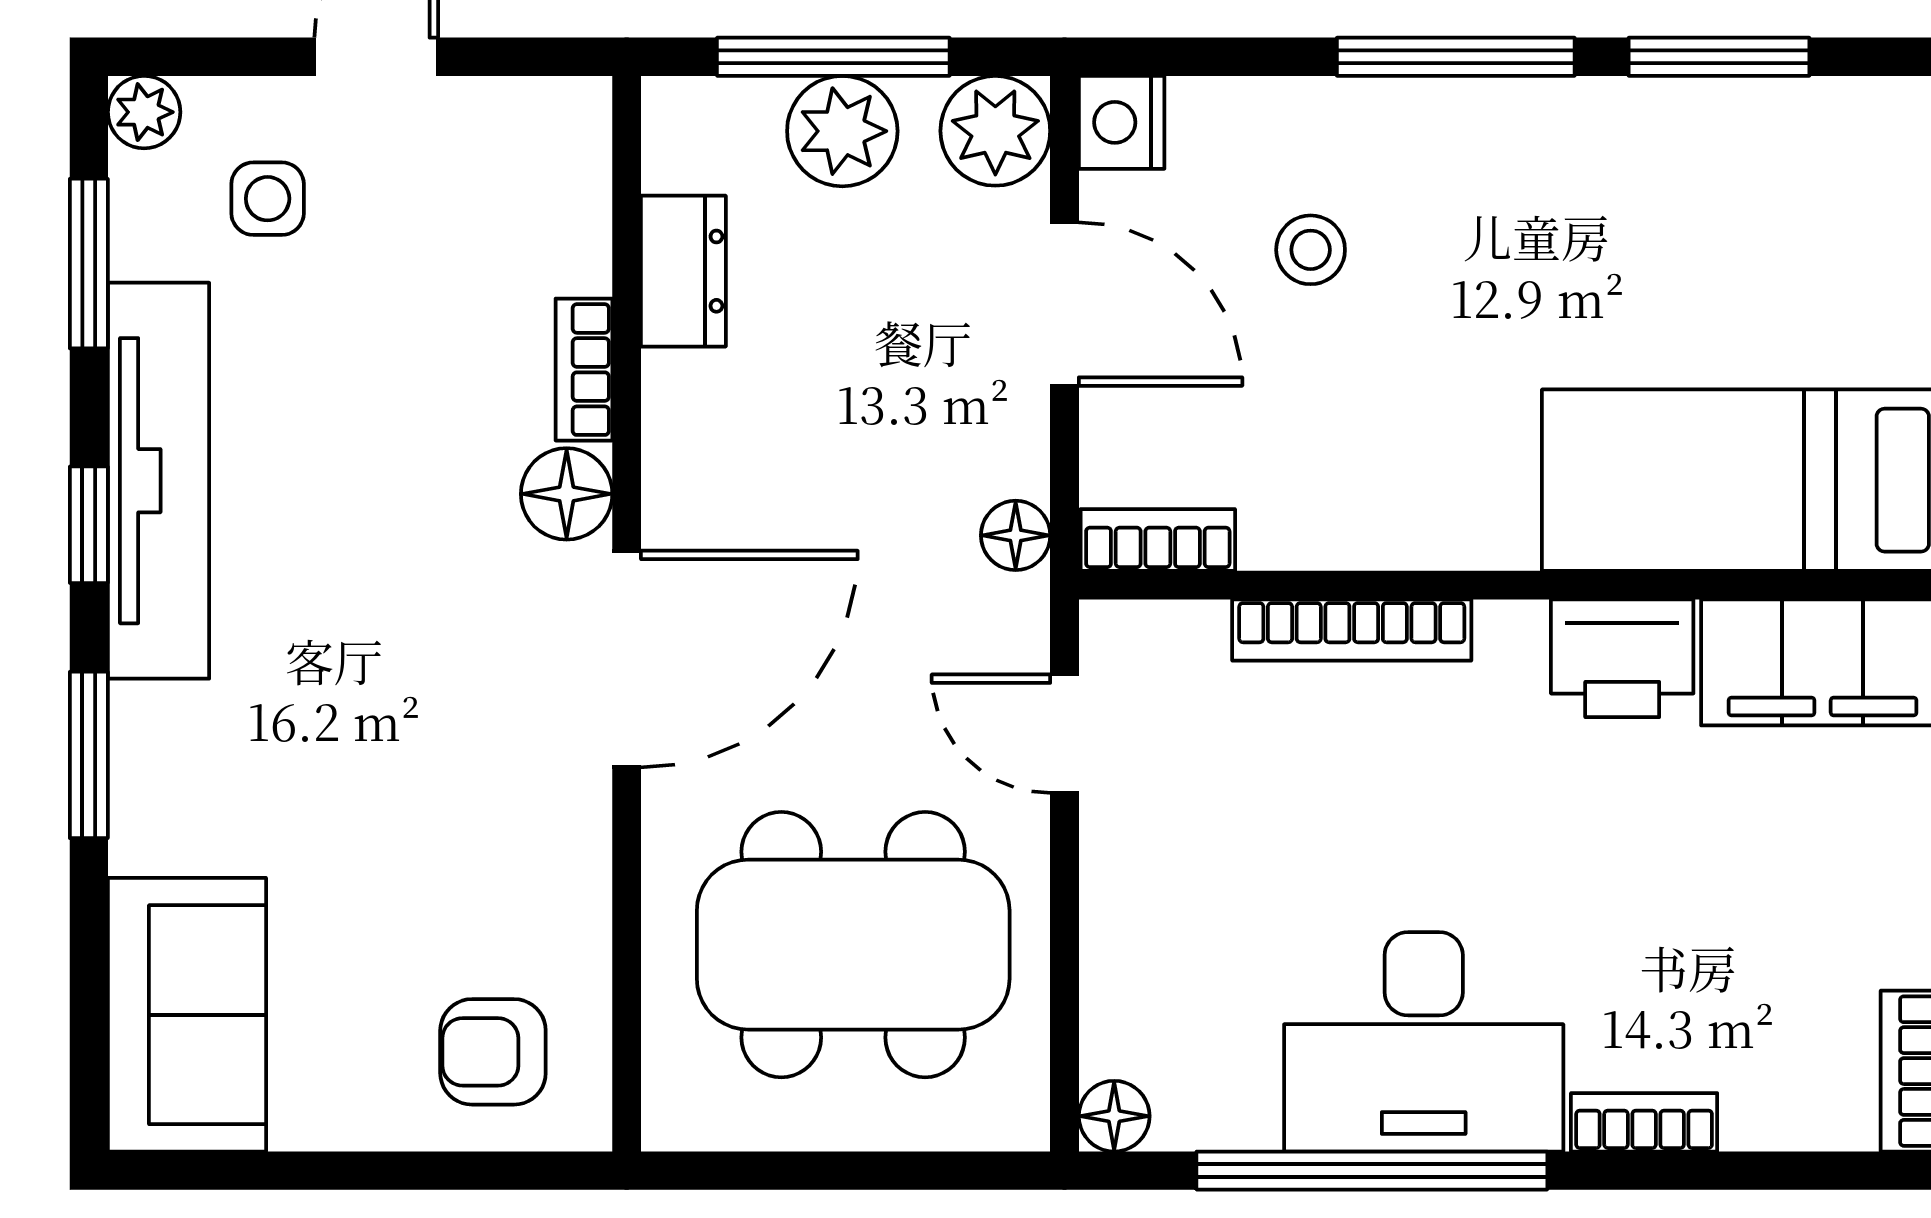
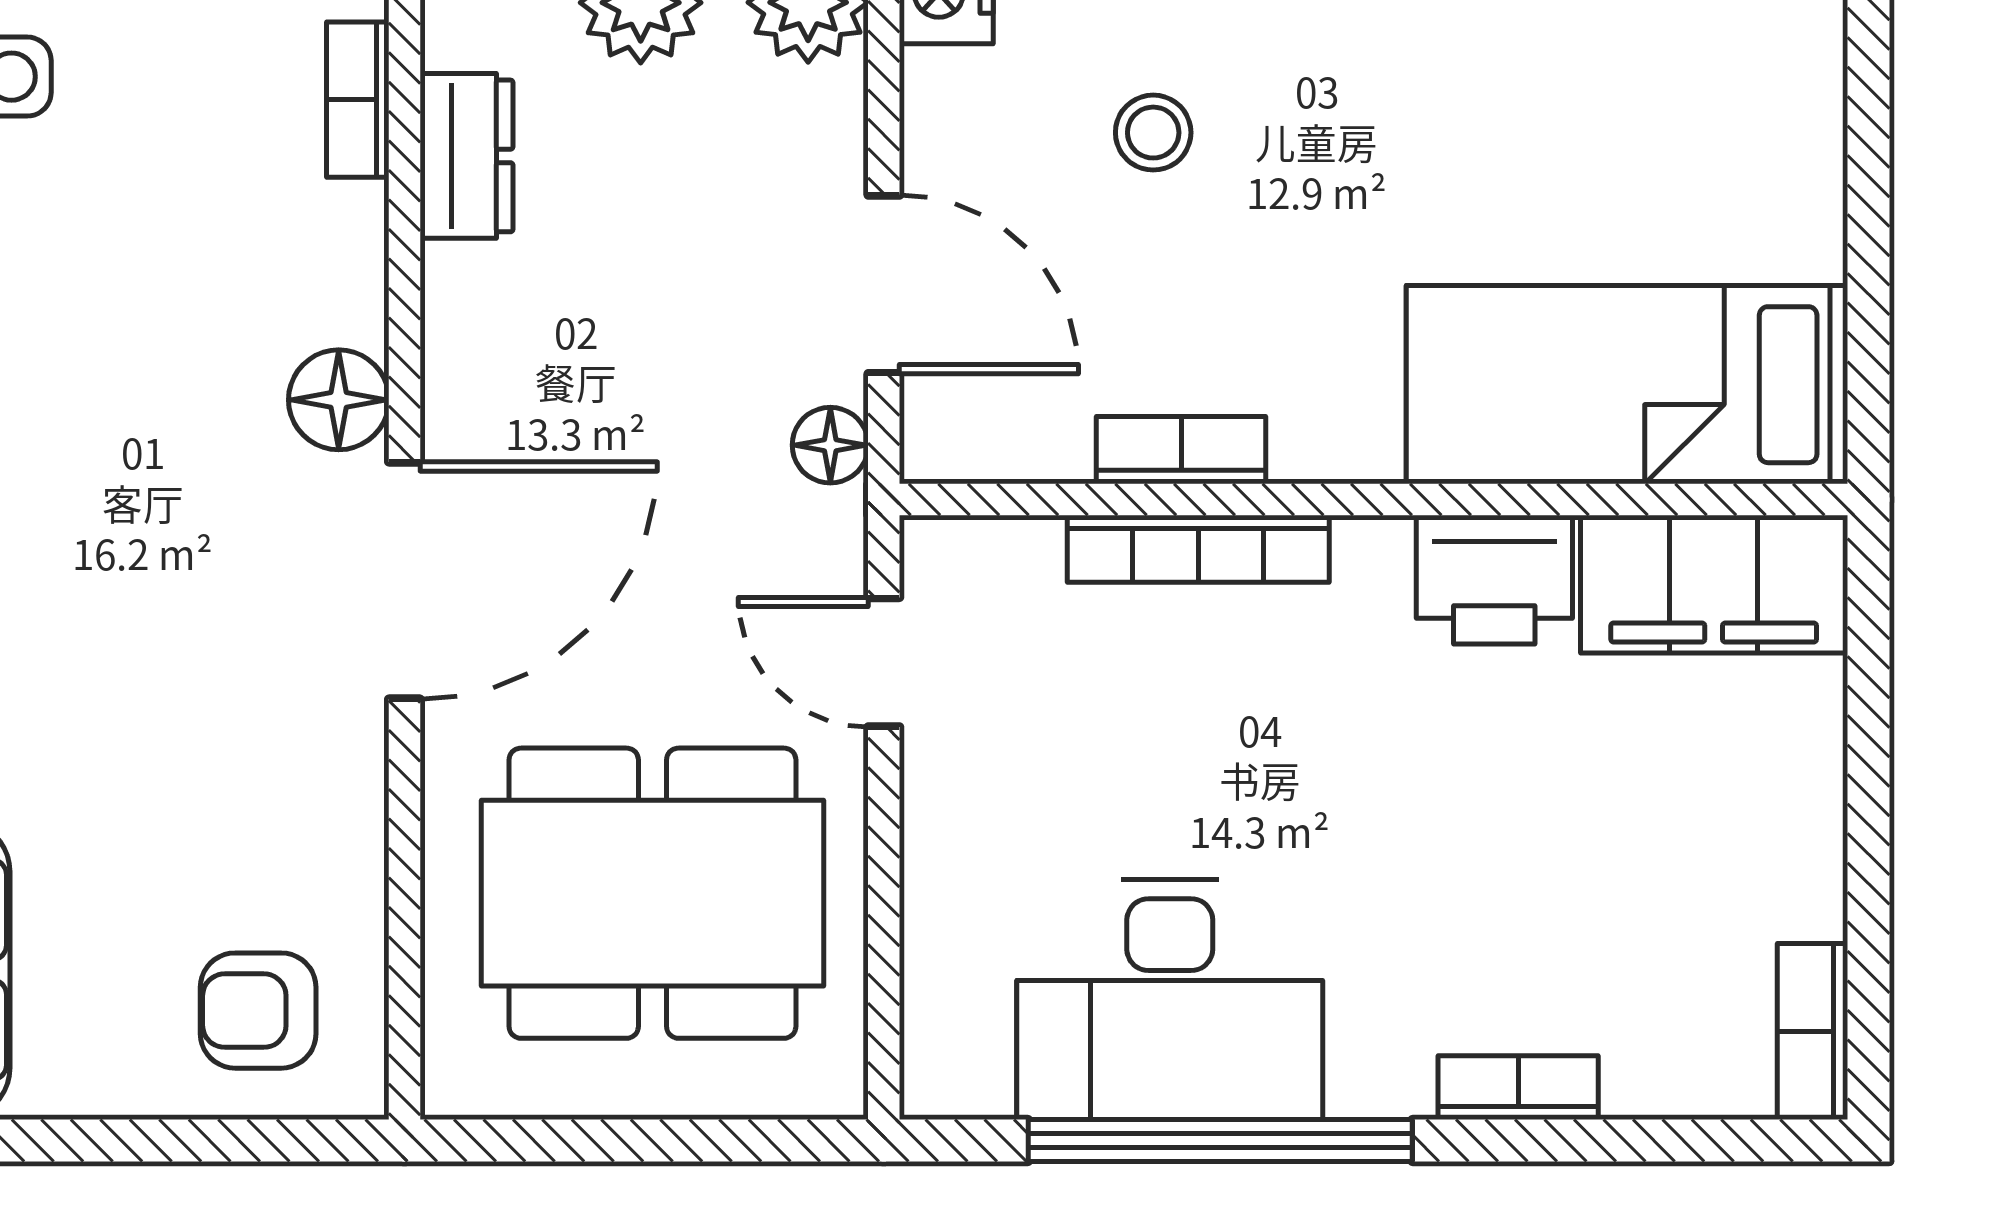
door: (1065, 304) -> (884, 284), moved
bookcase: (584, 370) -> (358, 100), moved
bookcase: (1158, 540) -> (1181, 450), moved
desk: (1424, 1042) -> (1170, 1000), moved
floor lamp: (1114, 1116) -> (938, 1081), removed

